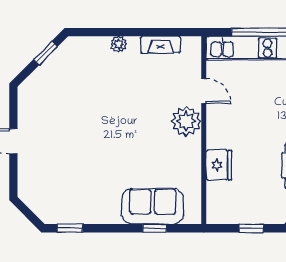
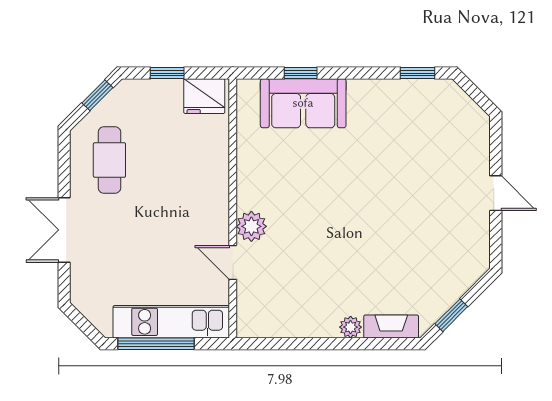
fireplace: (161, 45) -> (391, 327), moved
plant: (186, 121) -> (251, 226), width x0.73, depth x0.73
fridge: (219, 165) -> (204, 96), moved, turned -90

